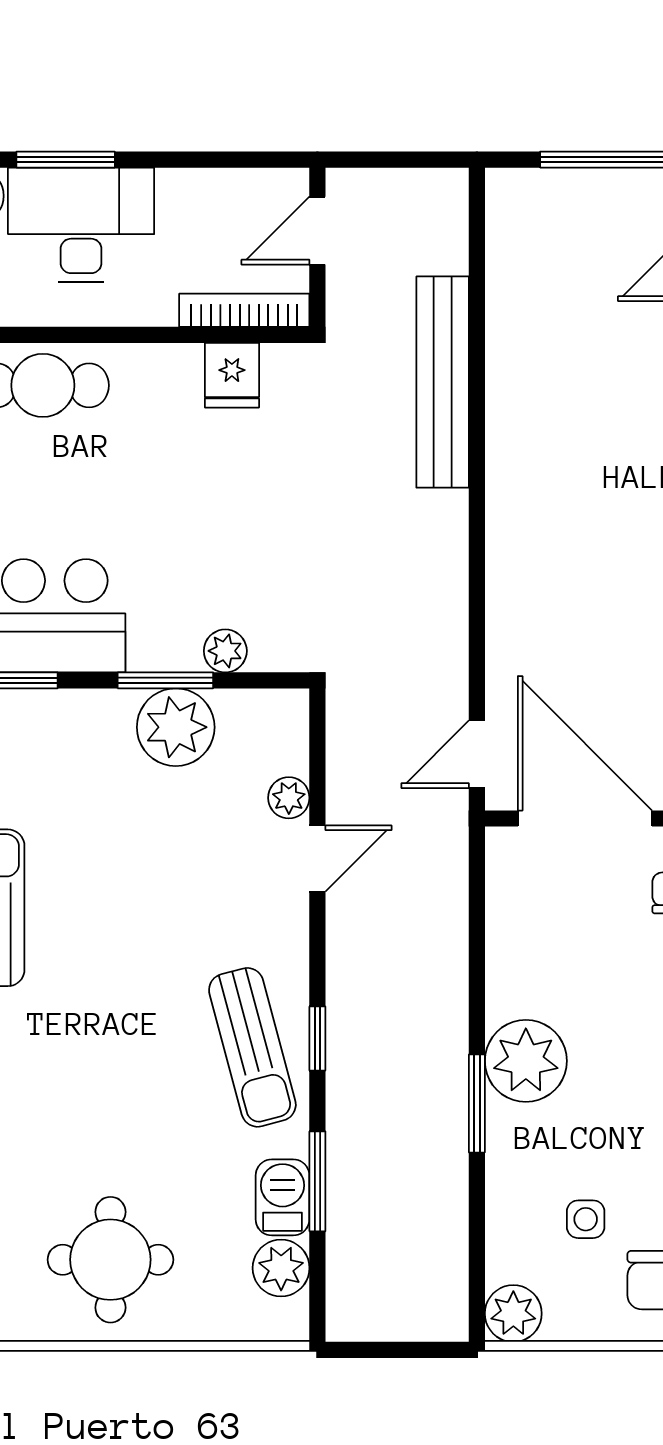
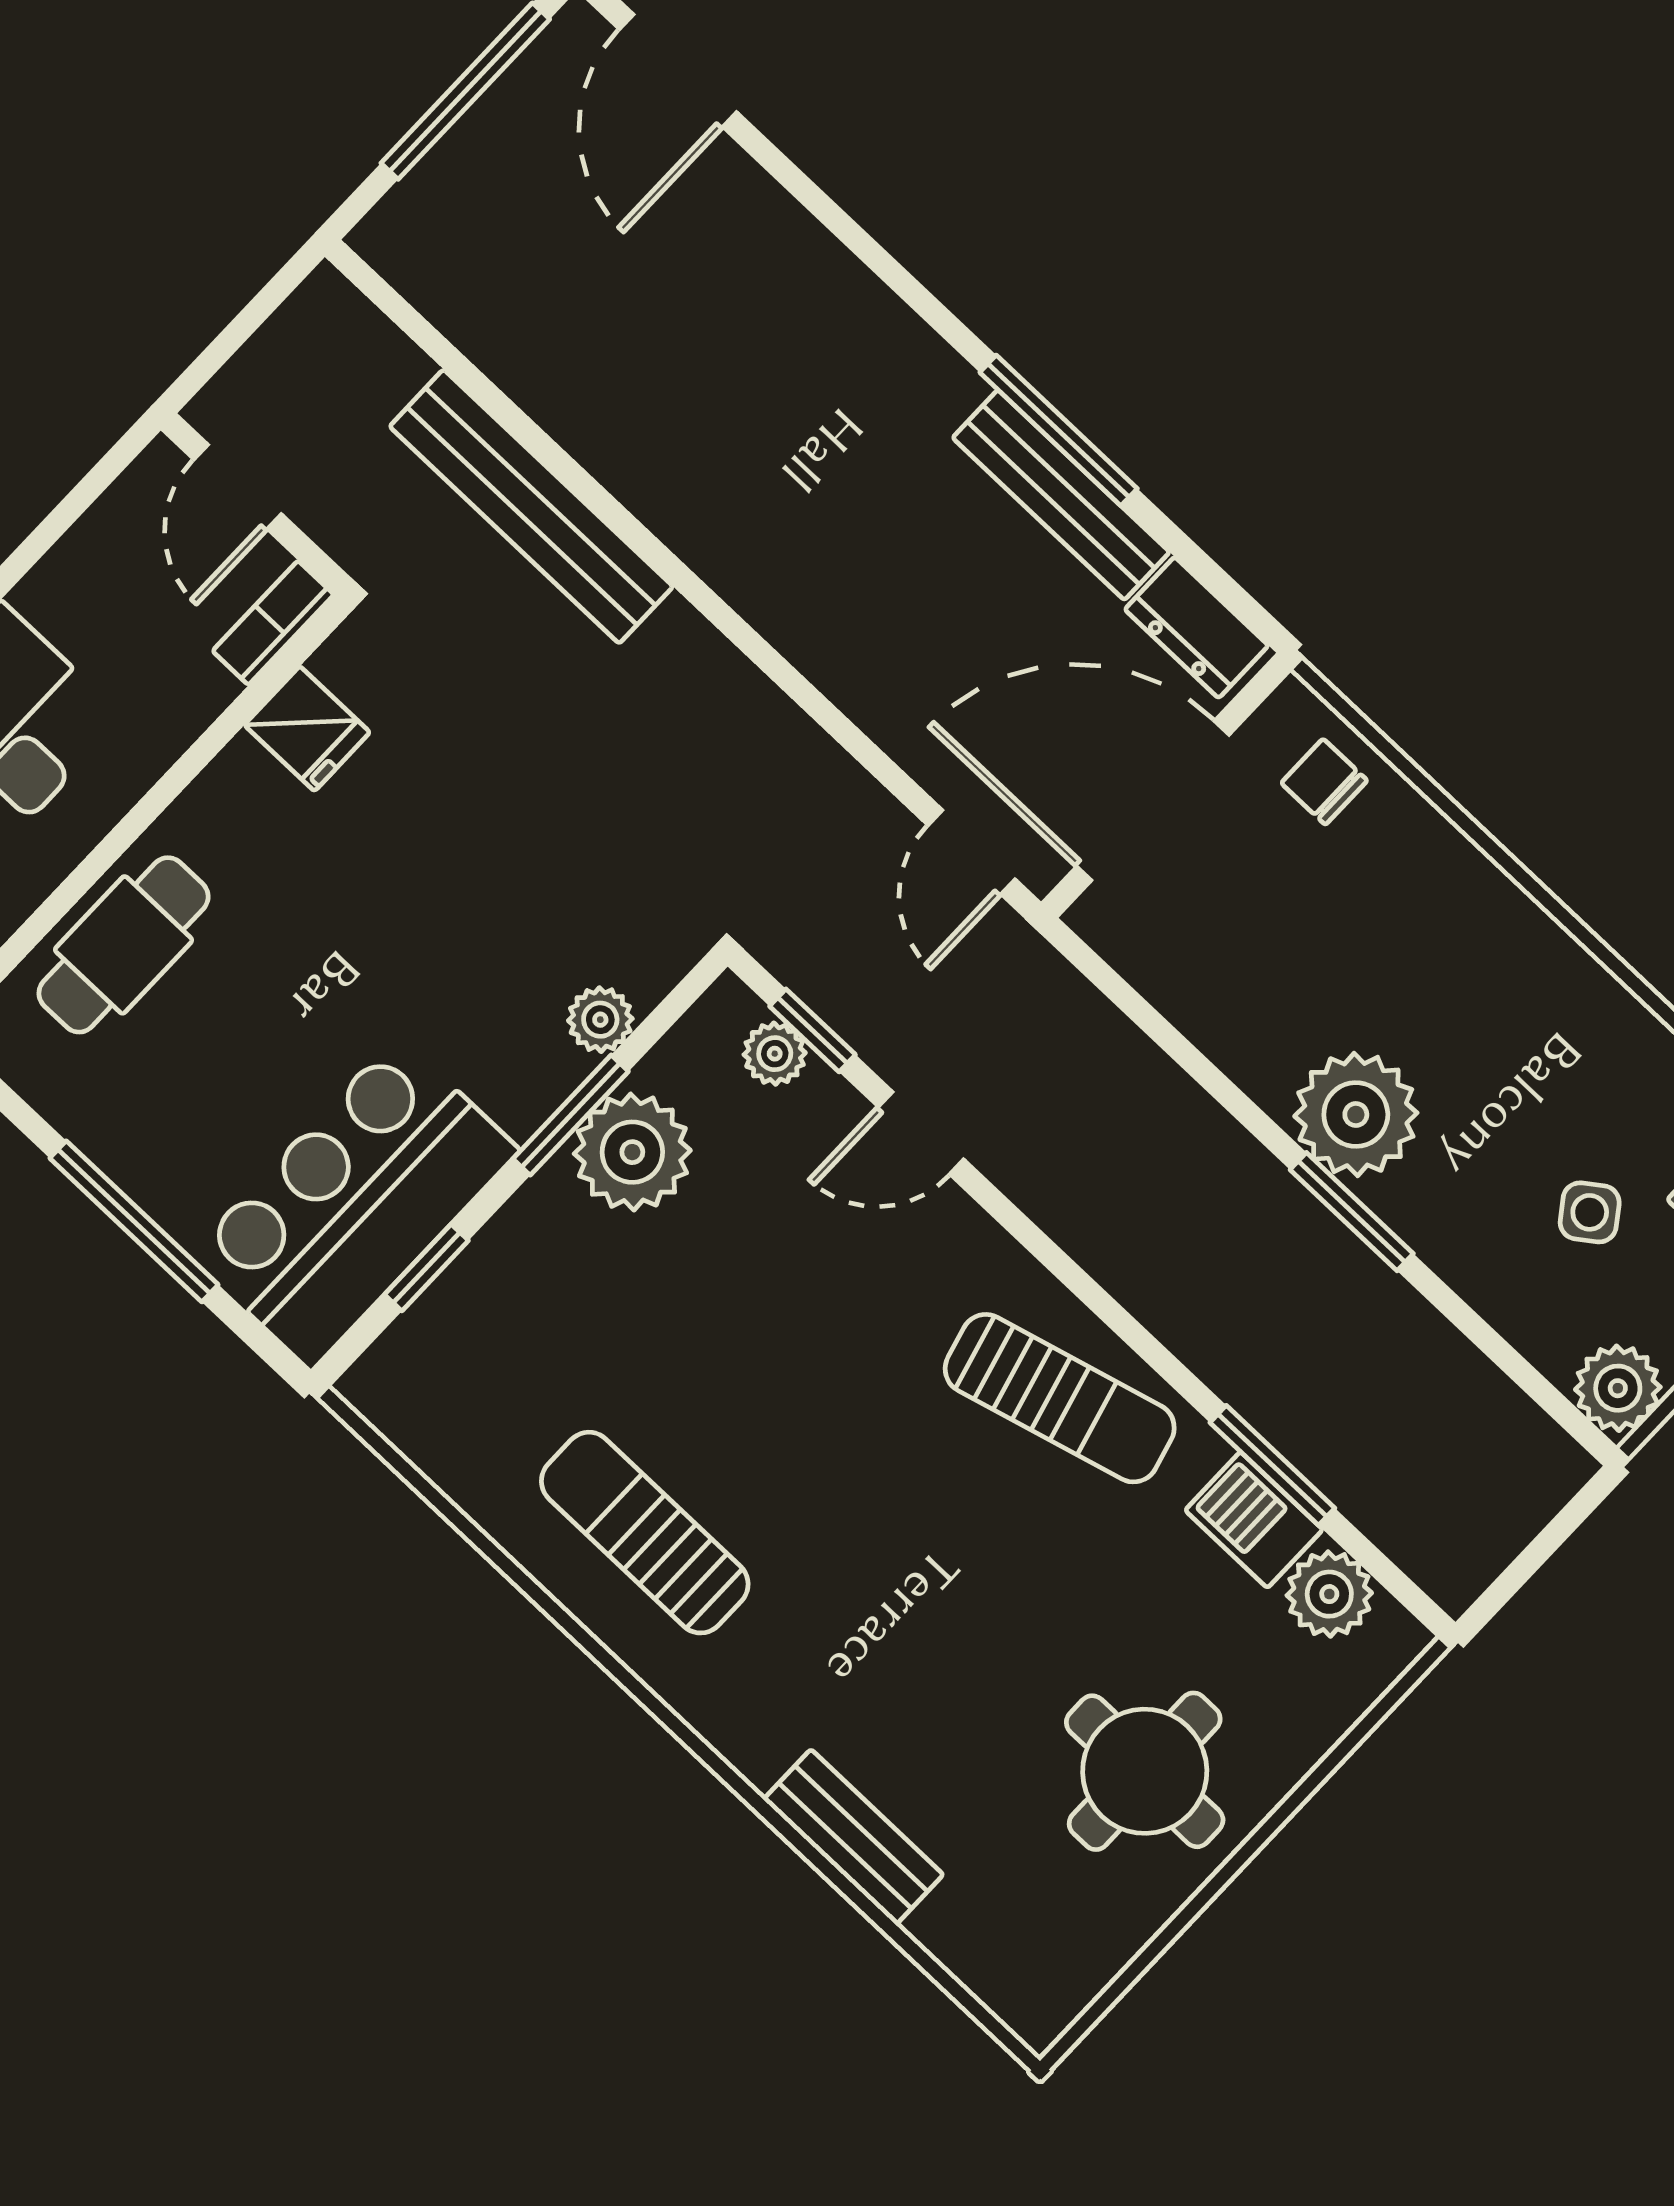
bookcase: (244, 310) -> (273, 623), width x0.64
plant: (289, 798) -> (775, 1054), moved
door: (317, 859) -> (921, 1133), swing flipped
window: (317, 1038) -> (813, 1030), moved
side table: (586, 1219) -> (1590, 1212), turned -36

